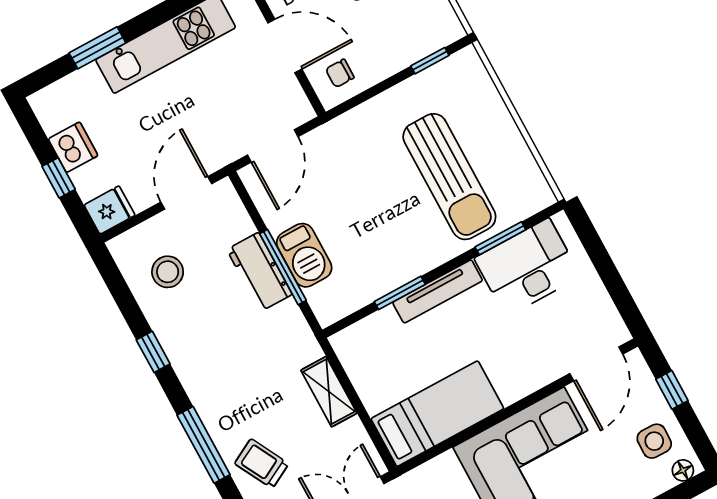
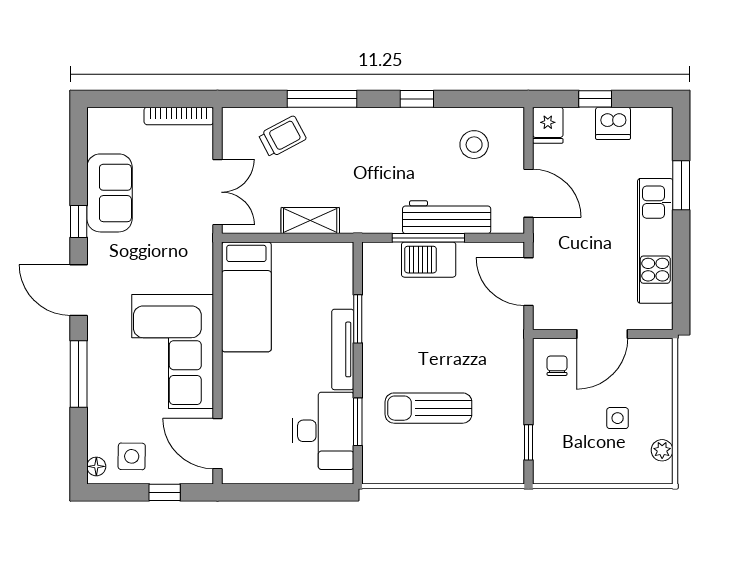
sun lounger: (449, 177) -> (428, 408), width x0.73, depth x0.75
workbench: (259, 272) -> (447, 217), width x1.38

